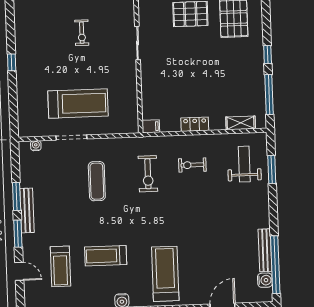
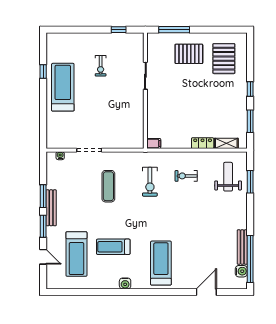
window: (12, 62) -> (43, 71), moved
window: (269, 95) -> (250, 121), width x0.69
treadmill: (78, 104) -> (63, 87), moved, turned -90
locker: (195, 124) -> (203, 143), moved
treadmill: (60, 266) -> (76, 254), width x1.37, depth x1.38

